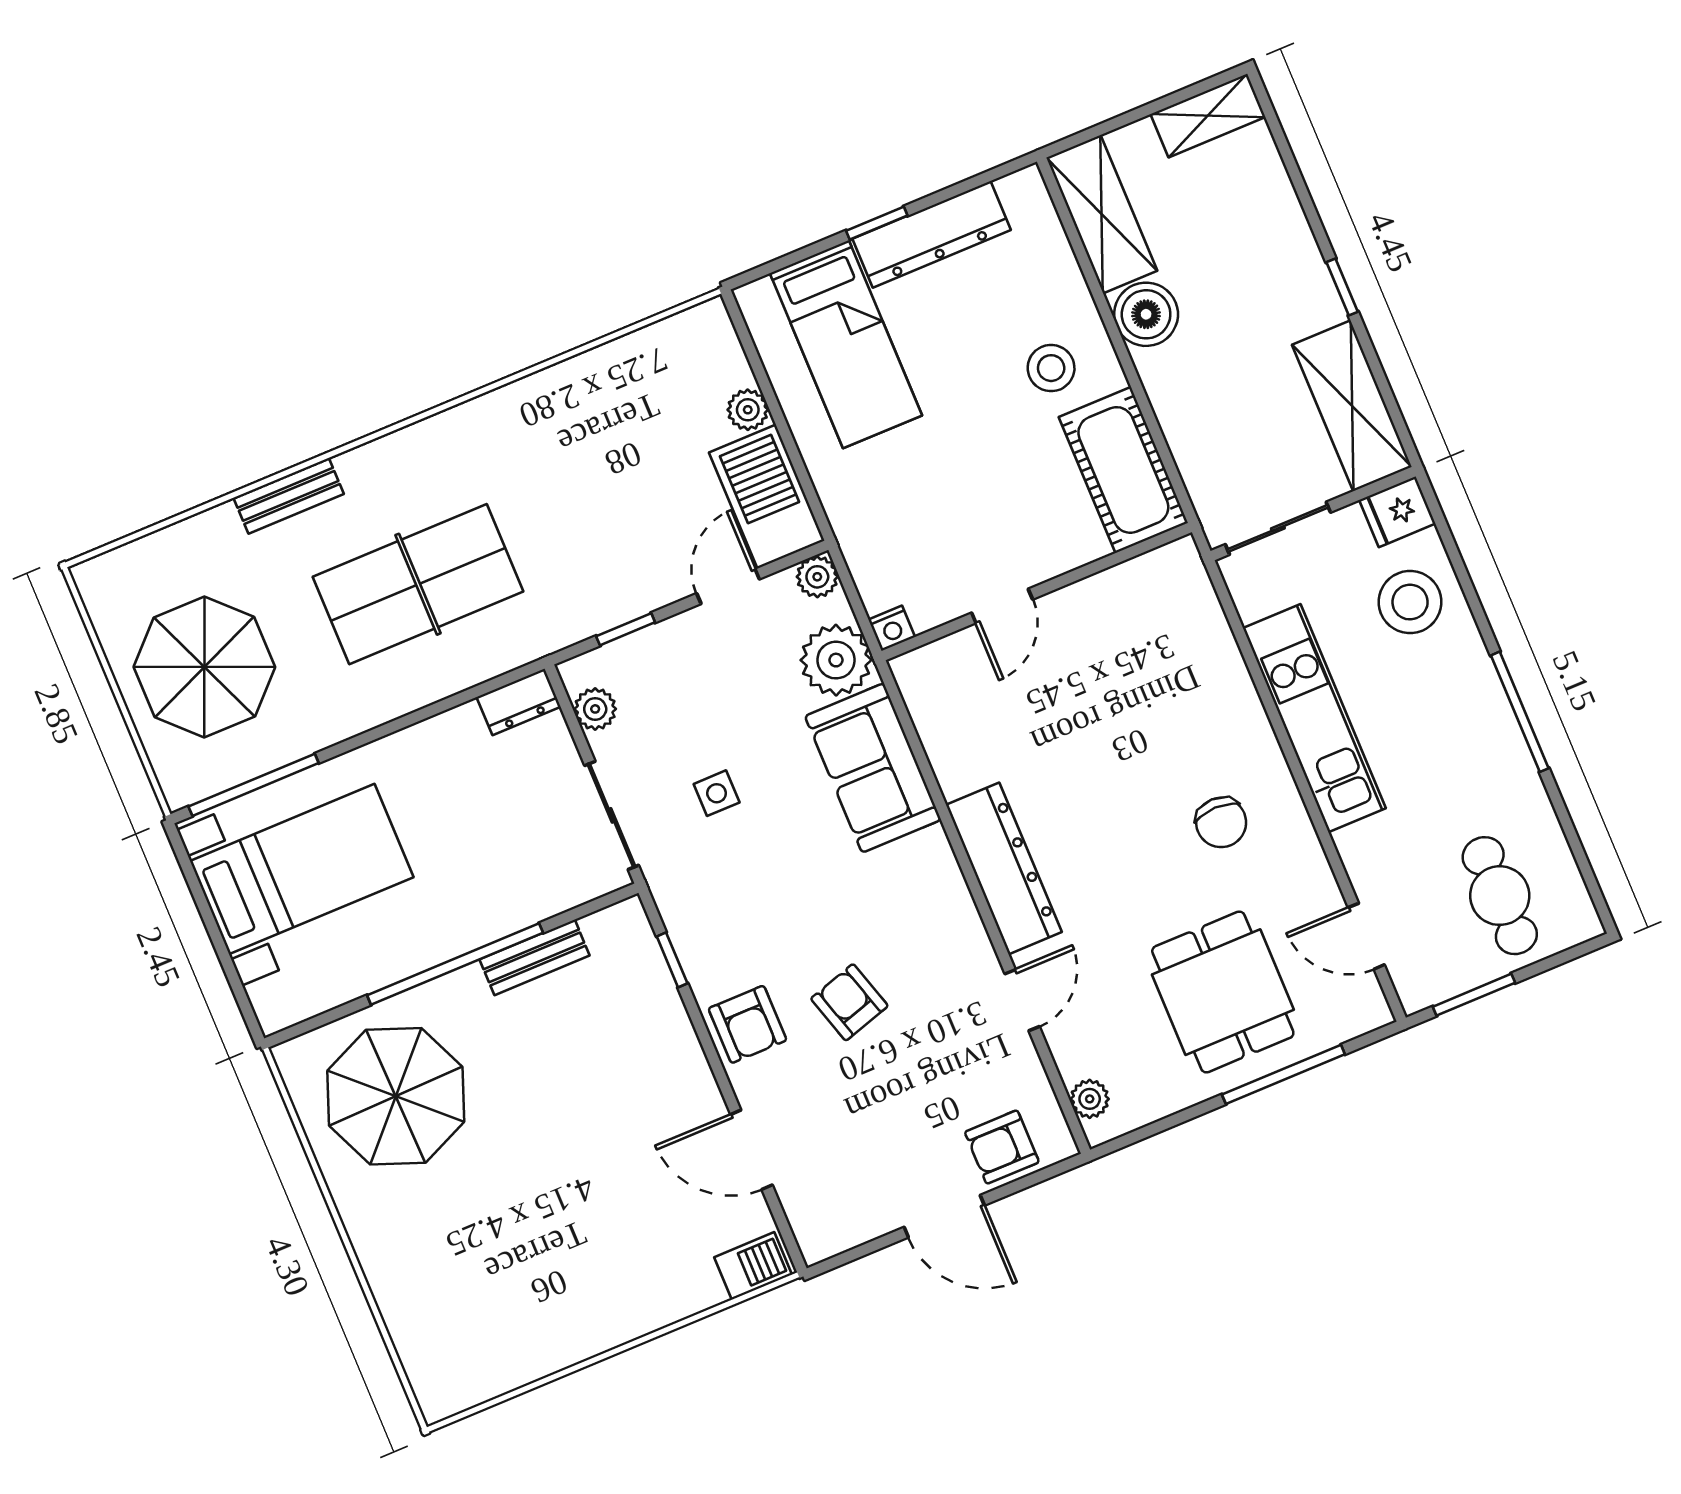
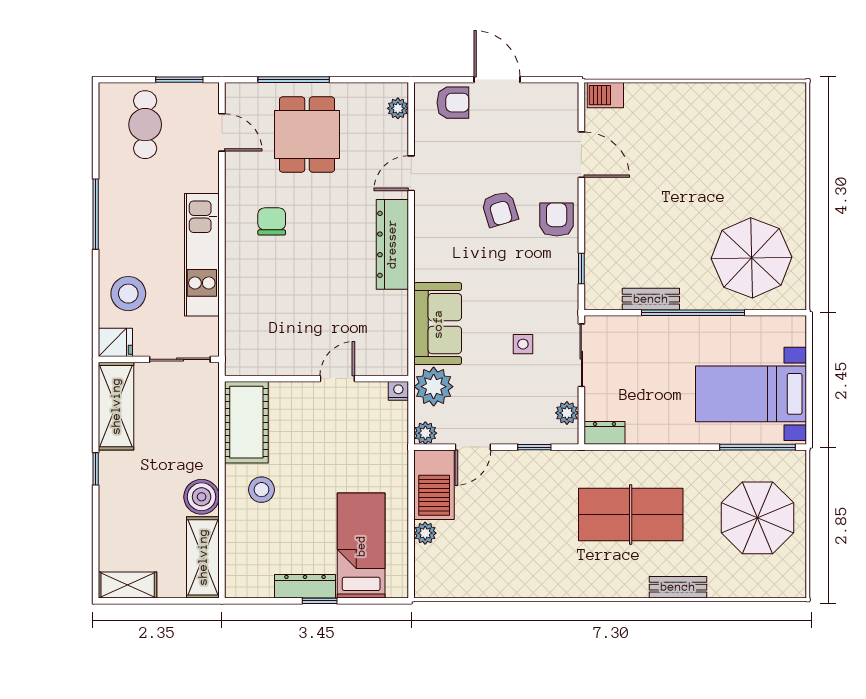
dresser: (932, 234) -> (305, 586), width x0.73, depth x0.80

